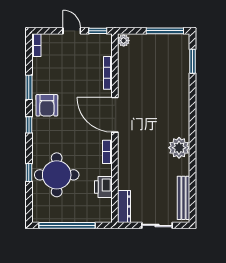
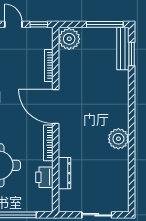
plant: (124, 41) -> (69, 39), width x1.88, depth x1.88
bookcase: (107, 152) -> (48, 143), width x1.56
bench: (184, 198) -> (123, 48), moved
dresser: (124, 206) -> (65, 173), moved

